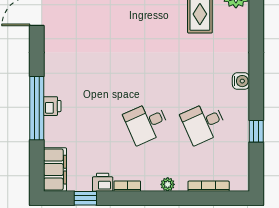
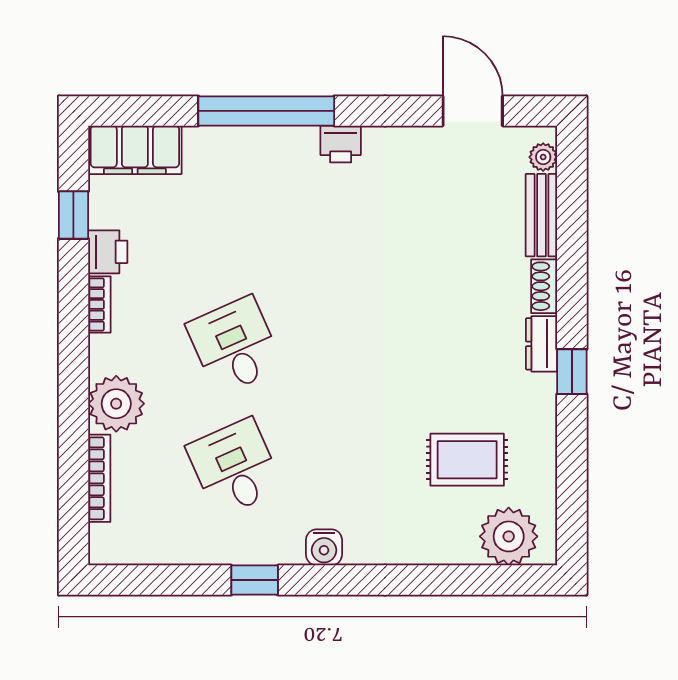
printer: (52, 106) -> (341, 144), moved
window: (256, 131) -> (255, 580), moved
plant: (168, 184) -> (116, 404), width x1.88, depth x1.88

